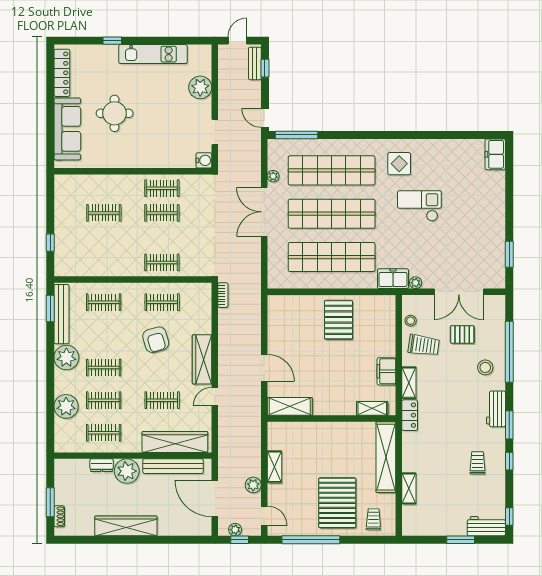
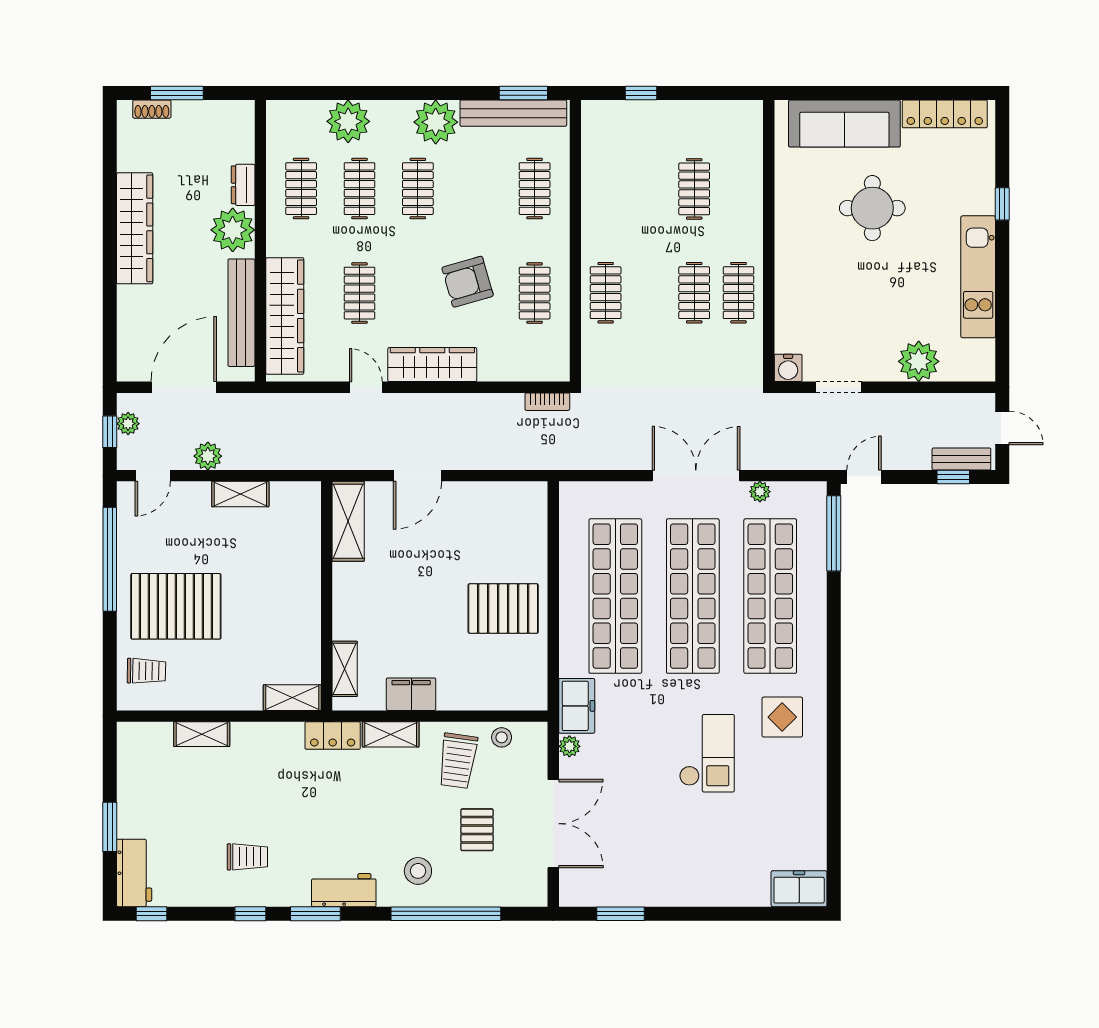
double door: (459, 292) -> (553, 824), swing flipped
shelving: (386, 457) -> (292, 698), width x0.45, depth x0.75

